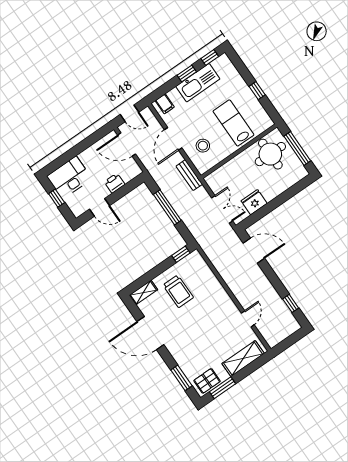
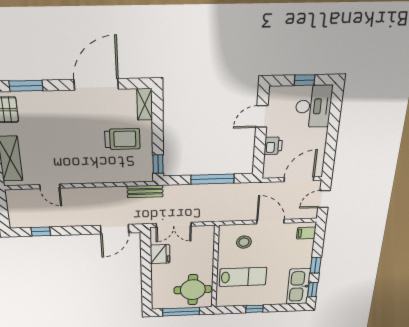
kitchen sink: (198, 83) -> (298, 286), moved
bench: (189, 175) -> (145, 191), moved
trolley: (178, 291) -> (122, 139), turned 180

